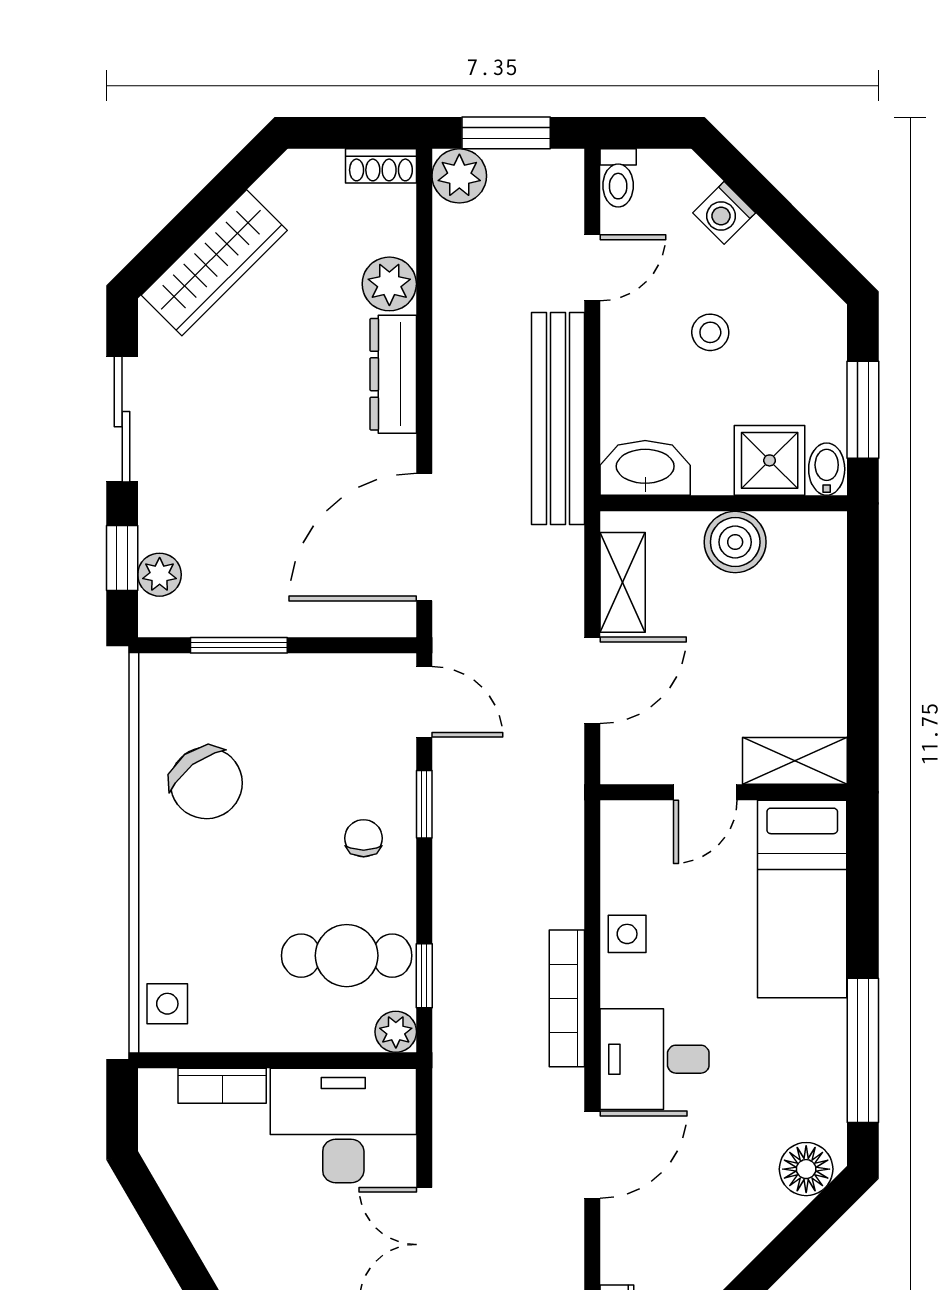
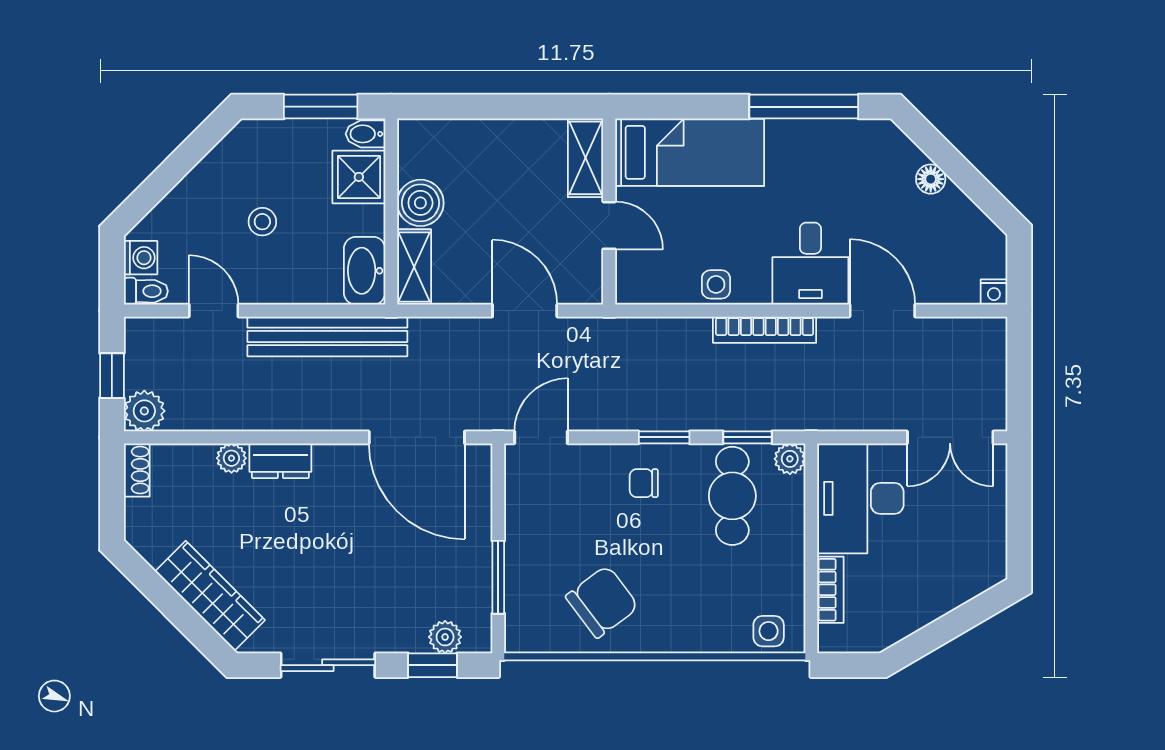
window: (506, 133) -> (112, 376), width x0.67
washing machine: (724, 213) -> (141, 258), moved, turned -45
plant: (389, 284) -> (231, 458), width x0.73, depth x0.73
dresser: (393, 374) -> (280, 461), width x0.70
shelving: (623, 582) -> (414, 267), moved, turned 90
window: (424, 804) -> (664, 437), moved
floor lamp: (806, 1169) -> (931, 179), moved, width x0.73, depth x0.73

